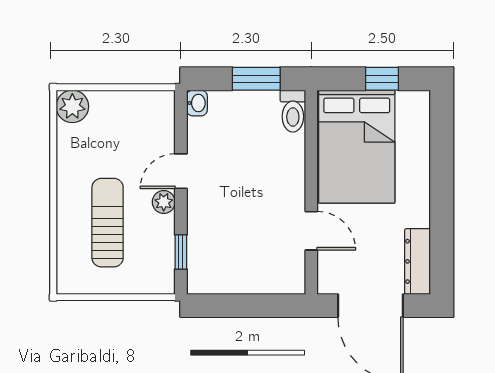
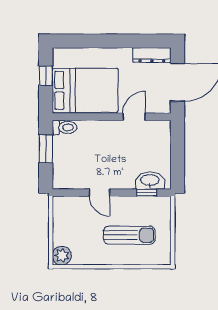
washbasin: (197, 103) -> (150, 181), moved, width x1.91, depth x1.45
plant: (164, 202) -> (117, 203), removed
sun lounger: (108, 223) -> (129, 235), turned 180

